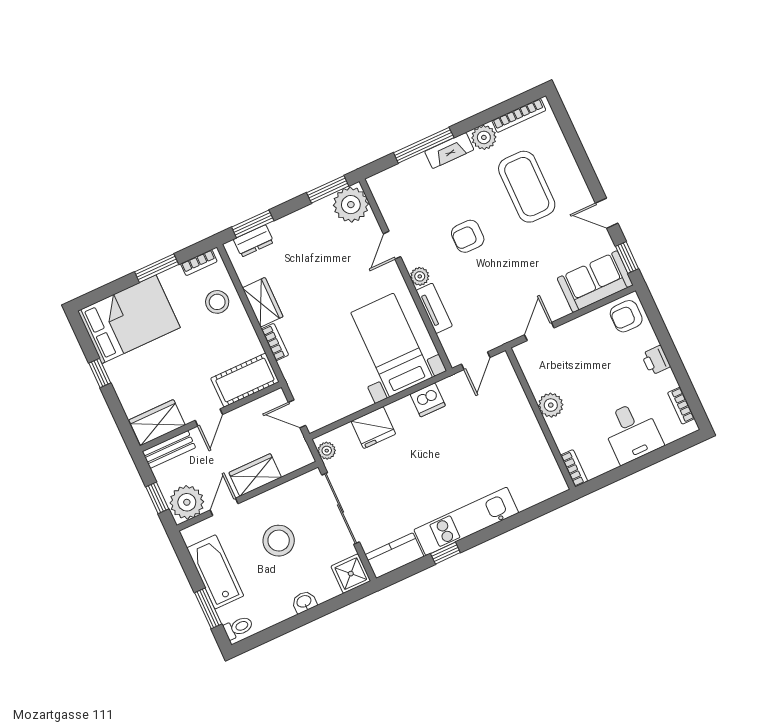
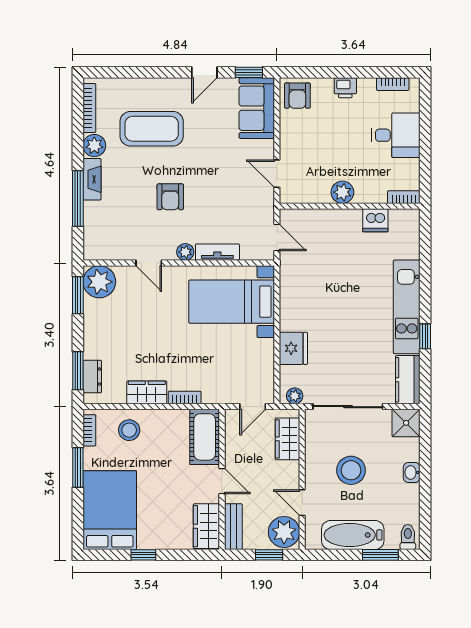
dishwasher: (428, 400) -> (375, 220), moved, turned 90
wardrobe: (255, 475) -> (287, 439), moved

